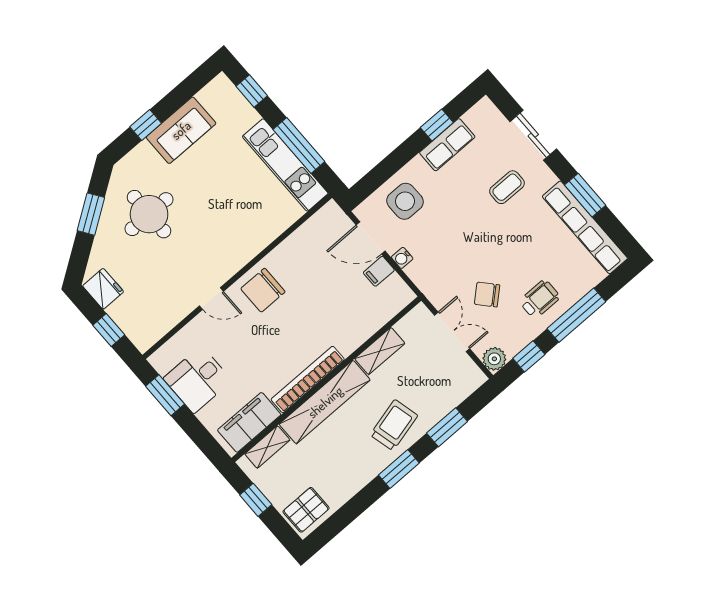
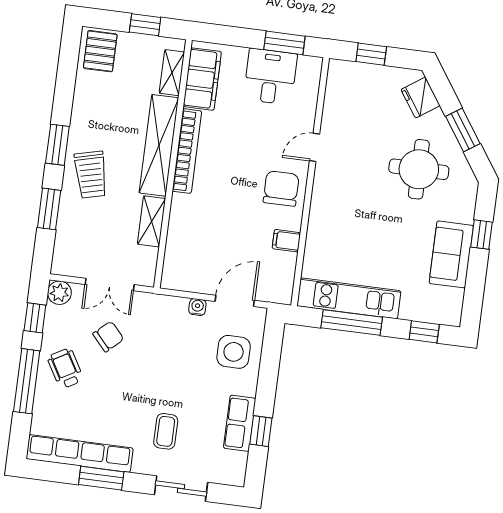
filing cabinet: (379, 271) -> (286, 241), moved, turned -90
fridge: (103, 289) -> (421, 98), moved, turned 56
wheelchair: (540, 299) -> (65, 368), turned 150

